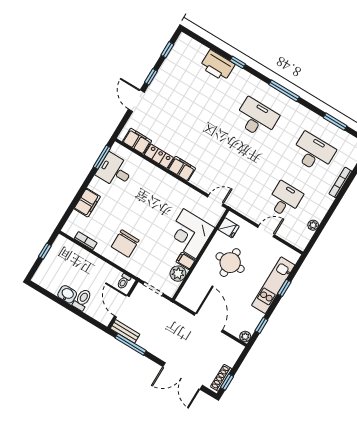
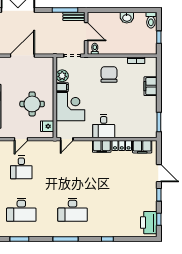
printer: (217, 66) -> (149, 223), moved, turned -90
desk: (115, 171) -> (104, 126), moved, turned 90
toilet: (82, 300) -> (151, 20), moved
door: (208, 322) -> (22, 56), swing flipped

